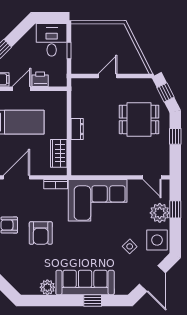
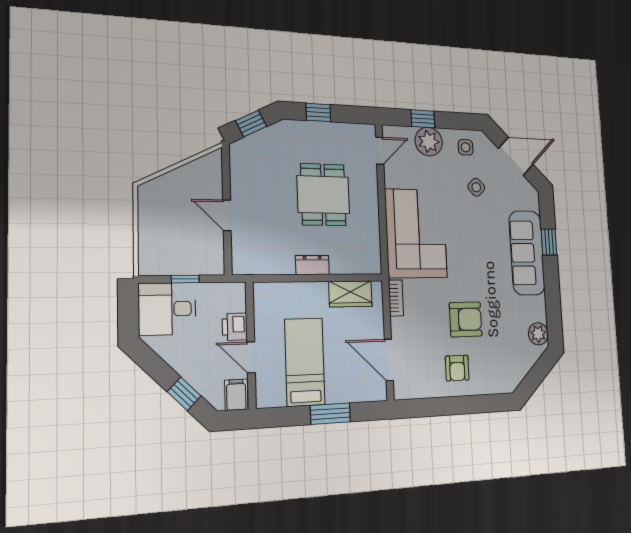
dining table: (139, 119) -> (323, 195), moved
side table: (157, 240) -> (466, 147), width x0.54, depth x0.54
plant: (47, 287) -> (538, 334), moved

